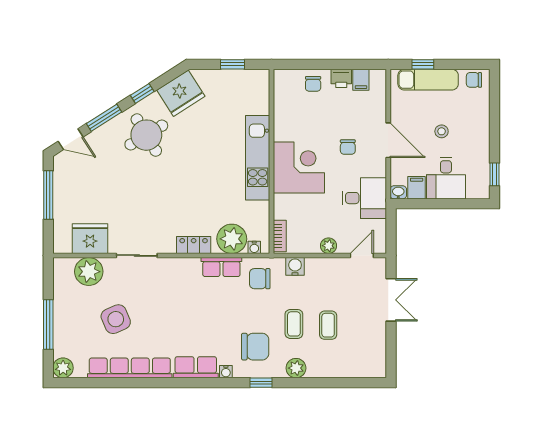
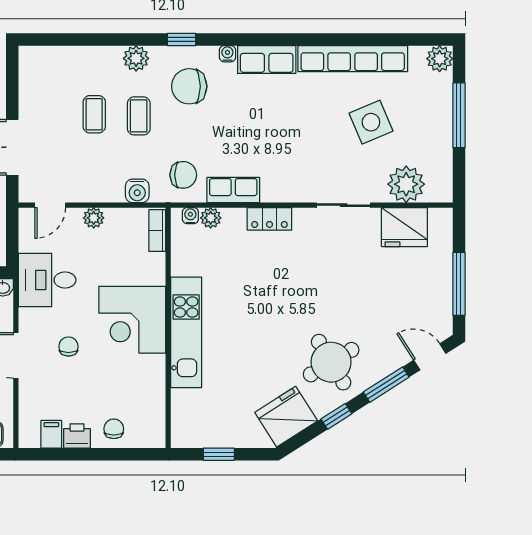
plant: (232, 239) -> (211, 218), width x0.53, depth x0.53

